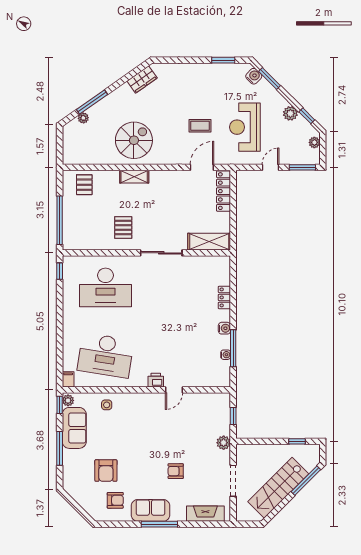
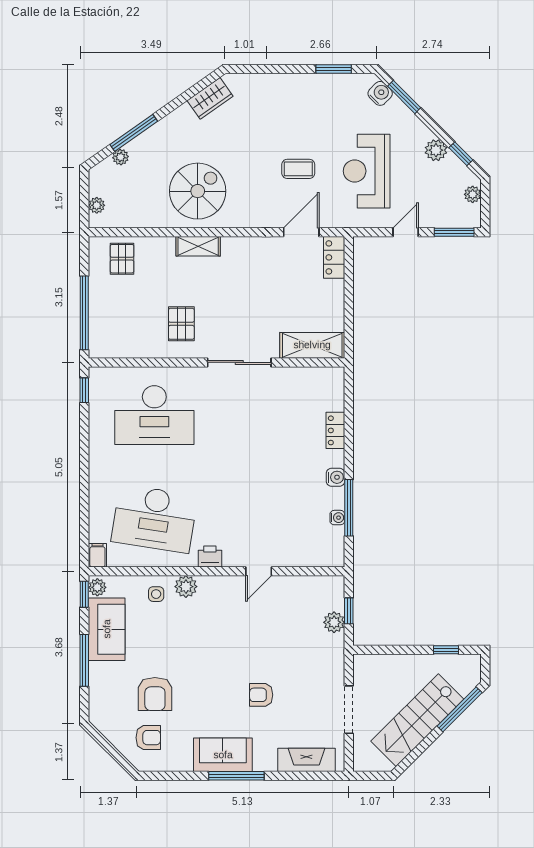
plant: (68, 150) -> (97, 205), added
locker: (224, 191) -> (334, 257), width x0.66
printer: (156, 380) -> (210, 556), moved
plant: (126, 400) -> (186, 587), added
plant: (224, 443) -> (334, 622), moved
armchair: (115, 500) -> (148, 738), moved

